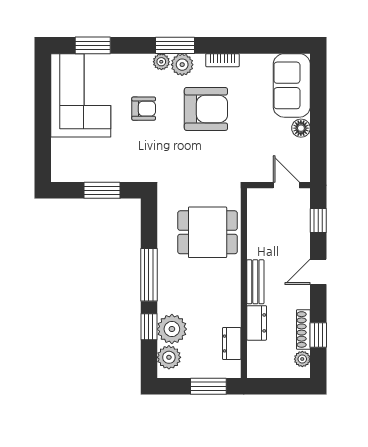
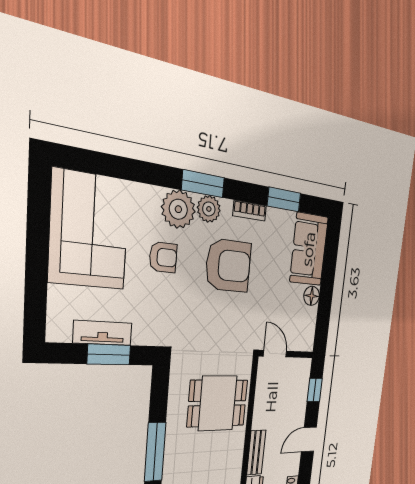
window: (93, 45) -> (284, 199), moved
plant: (161, 62) -> (178, 209), width x1.88, depth x1.88
tv unit: (96, 173) -> (103, 333), added
door: (286, 185) -> (275, 354), moved

